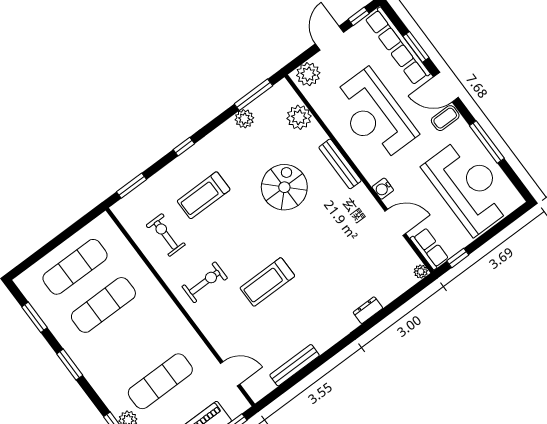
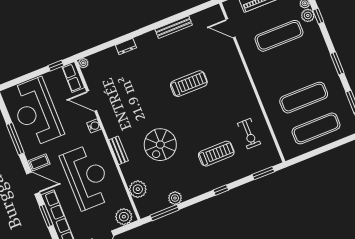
bench: (340, 164) -> (118, 150), width x0.73
exercise bike: (205, 282) -> (231, 95), removed
bench: (295, 365) -> (174, 27), moved

